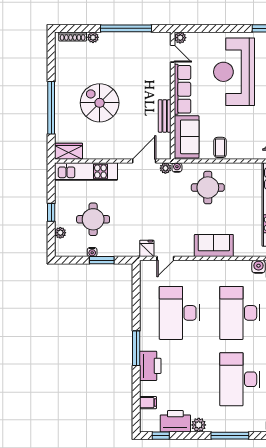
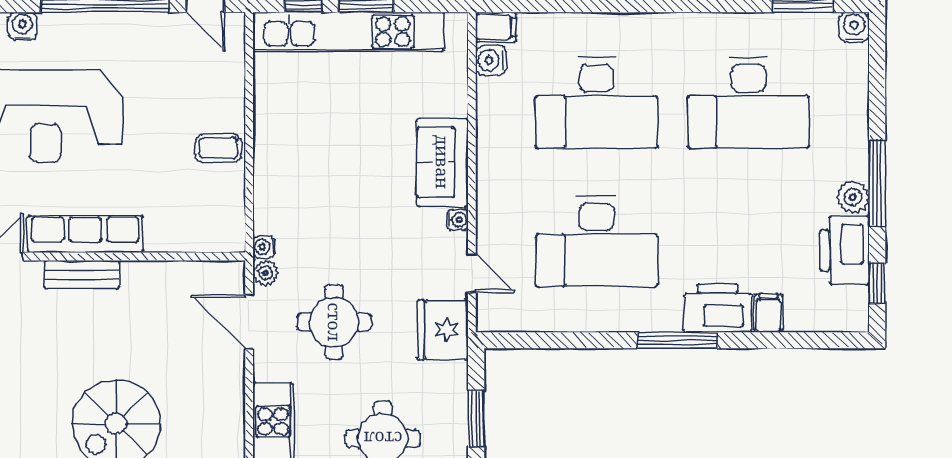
bench: (165, 116) -> (82, 275), moved
sofa: (187, 137) -> (194, 225), removed
round table: (208, 188) -> (334, 322), moved
fridge: (147, 248) -> (443, 330), width x1.88, depth x1.34
water cooler: (92, 252) -> (457, 220), moved
filing cabinet: (148, 403) -> (768, 313), moved
window: (230, 436) -> (877, 183), moved

